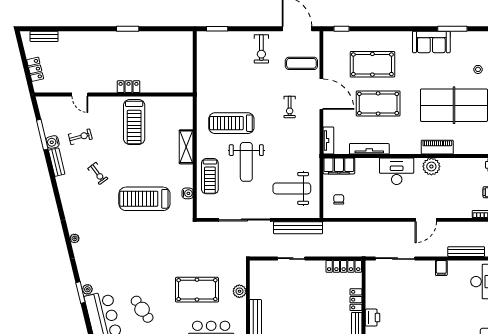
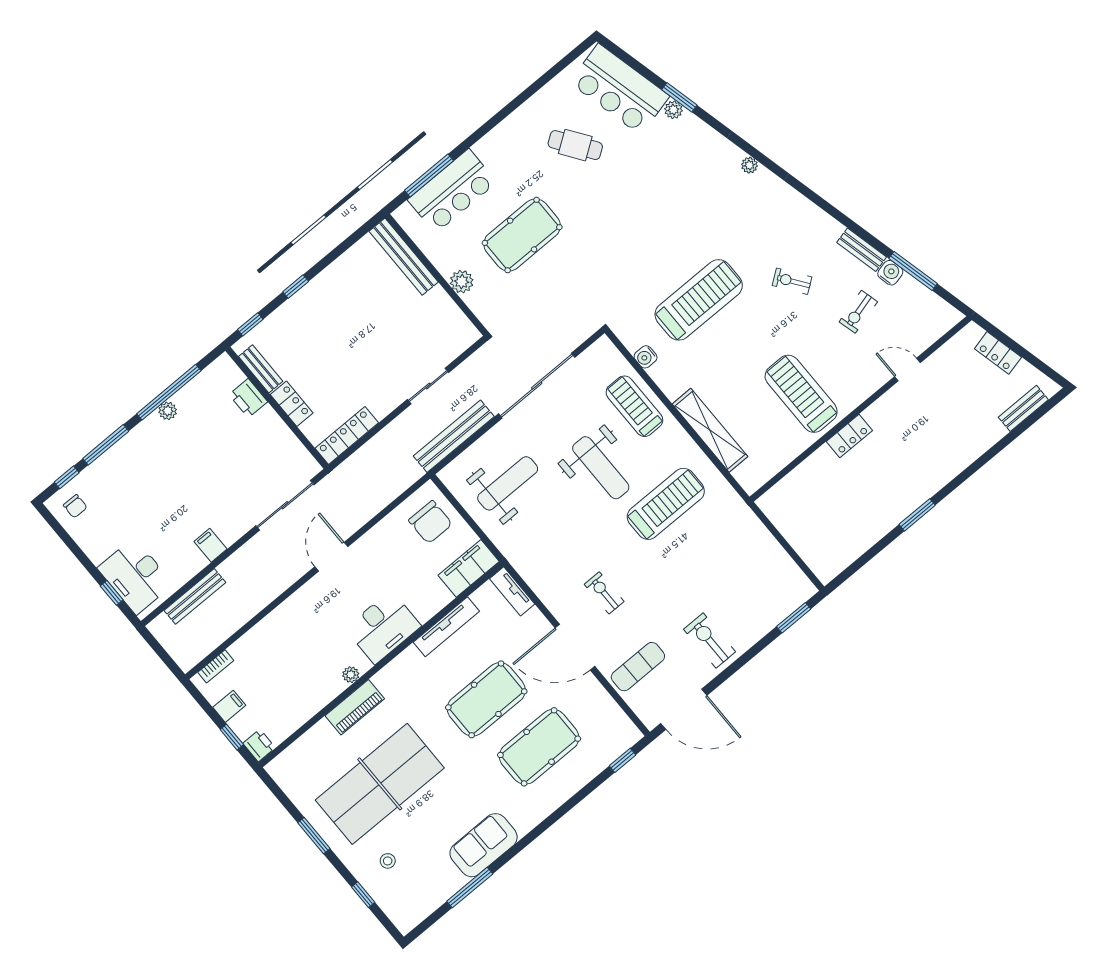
shelving: (186, 147) -> (710, 430), width x1.47
weight bench: (246, 162) -> (601, 468), turned 180
plant: (431, 166) -> (351, 675), width x0.53, depth x0.53
chair: (339, 199) -> (430, 522), width x1.87, depth x1.87
door: (426, 220) -> (331, 557), moved

